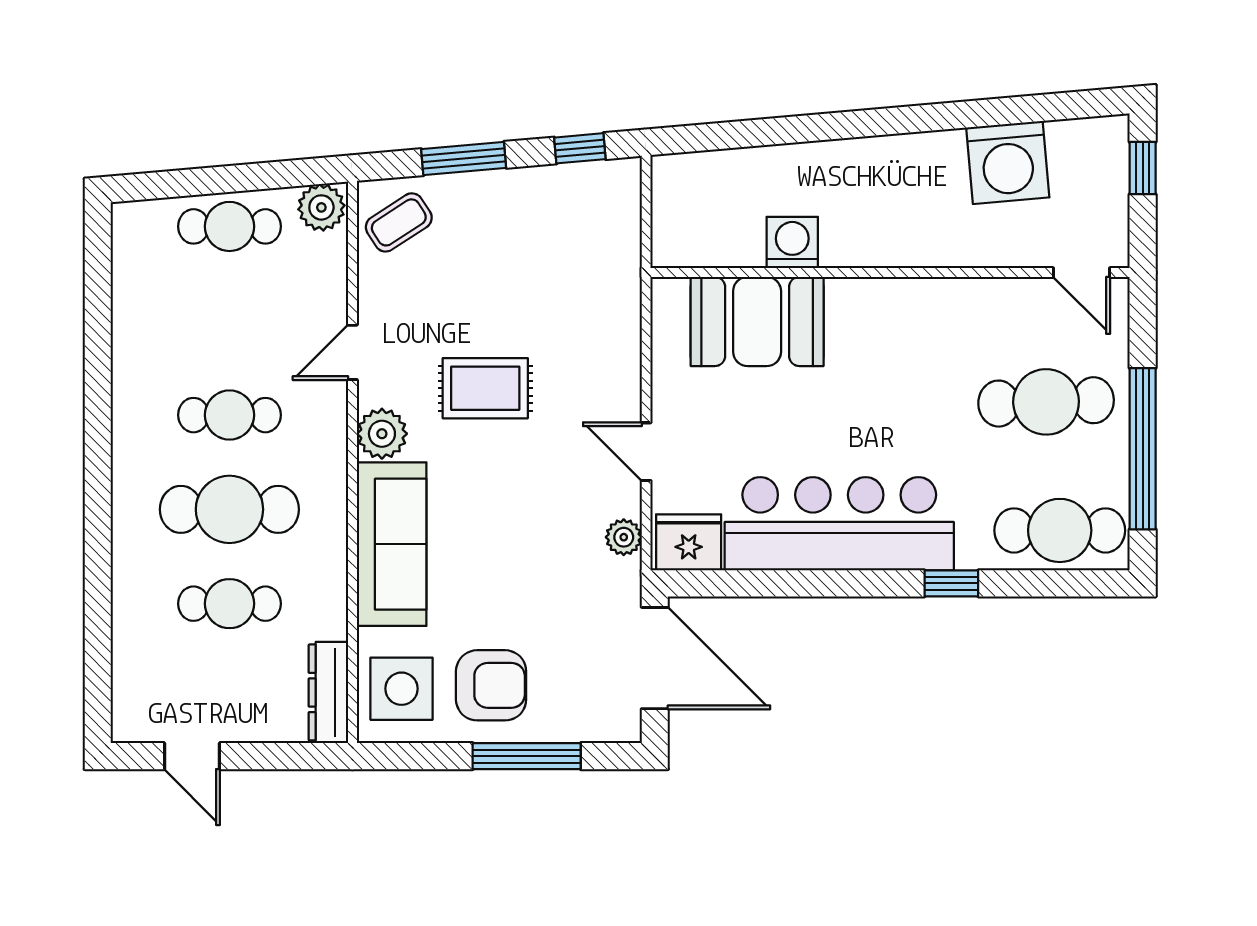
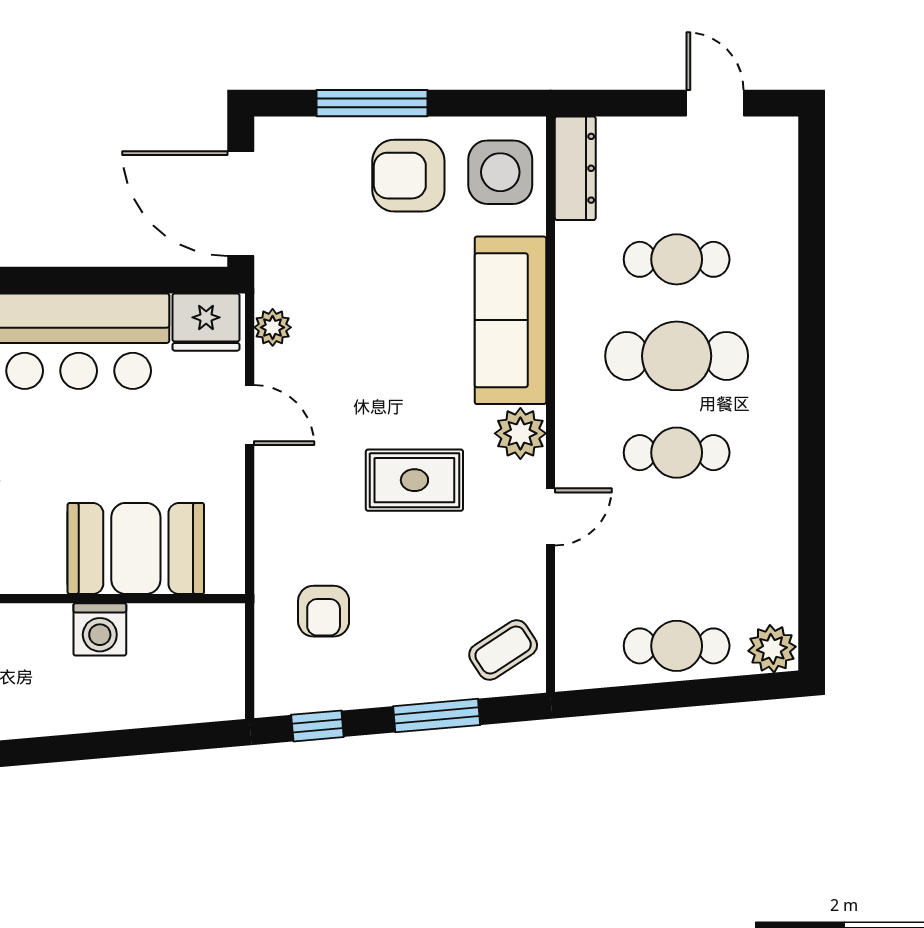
plant: (321, 207) -> (772, 649), moved
armchair: (574, 260) -> (324, 611), added

